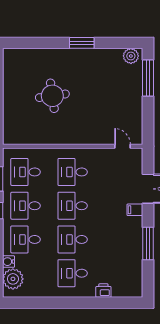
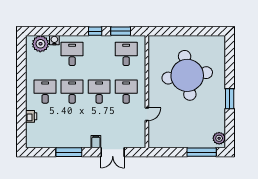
round table: (52, 96) -> (187, 75), width x1.86, depth x1.86
door: (123, 146) -> (147, 114), moved
desk: (26, 206) -> (99, 54), removed

